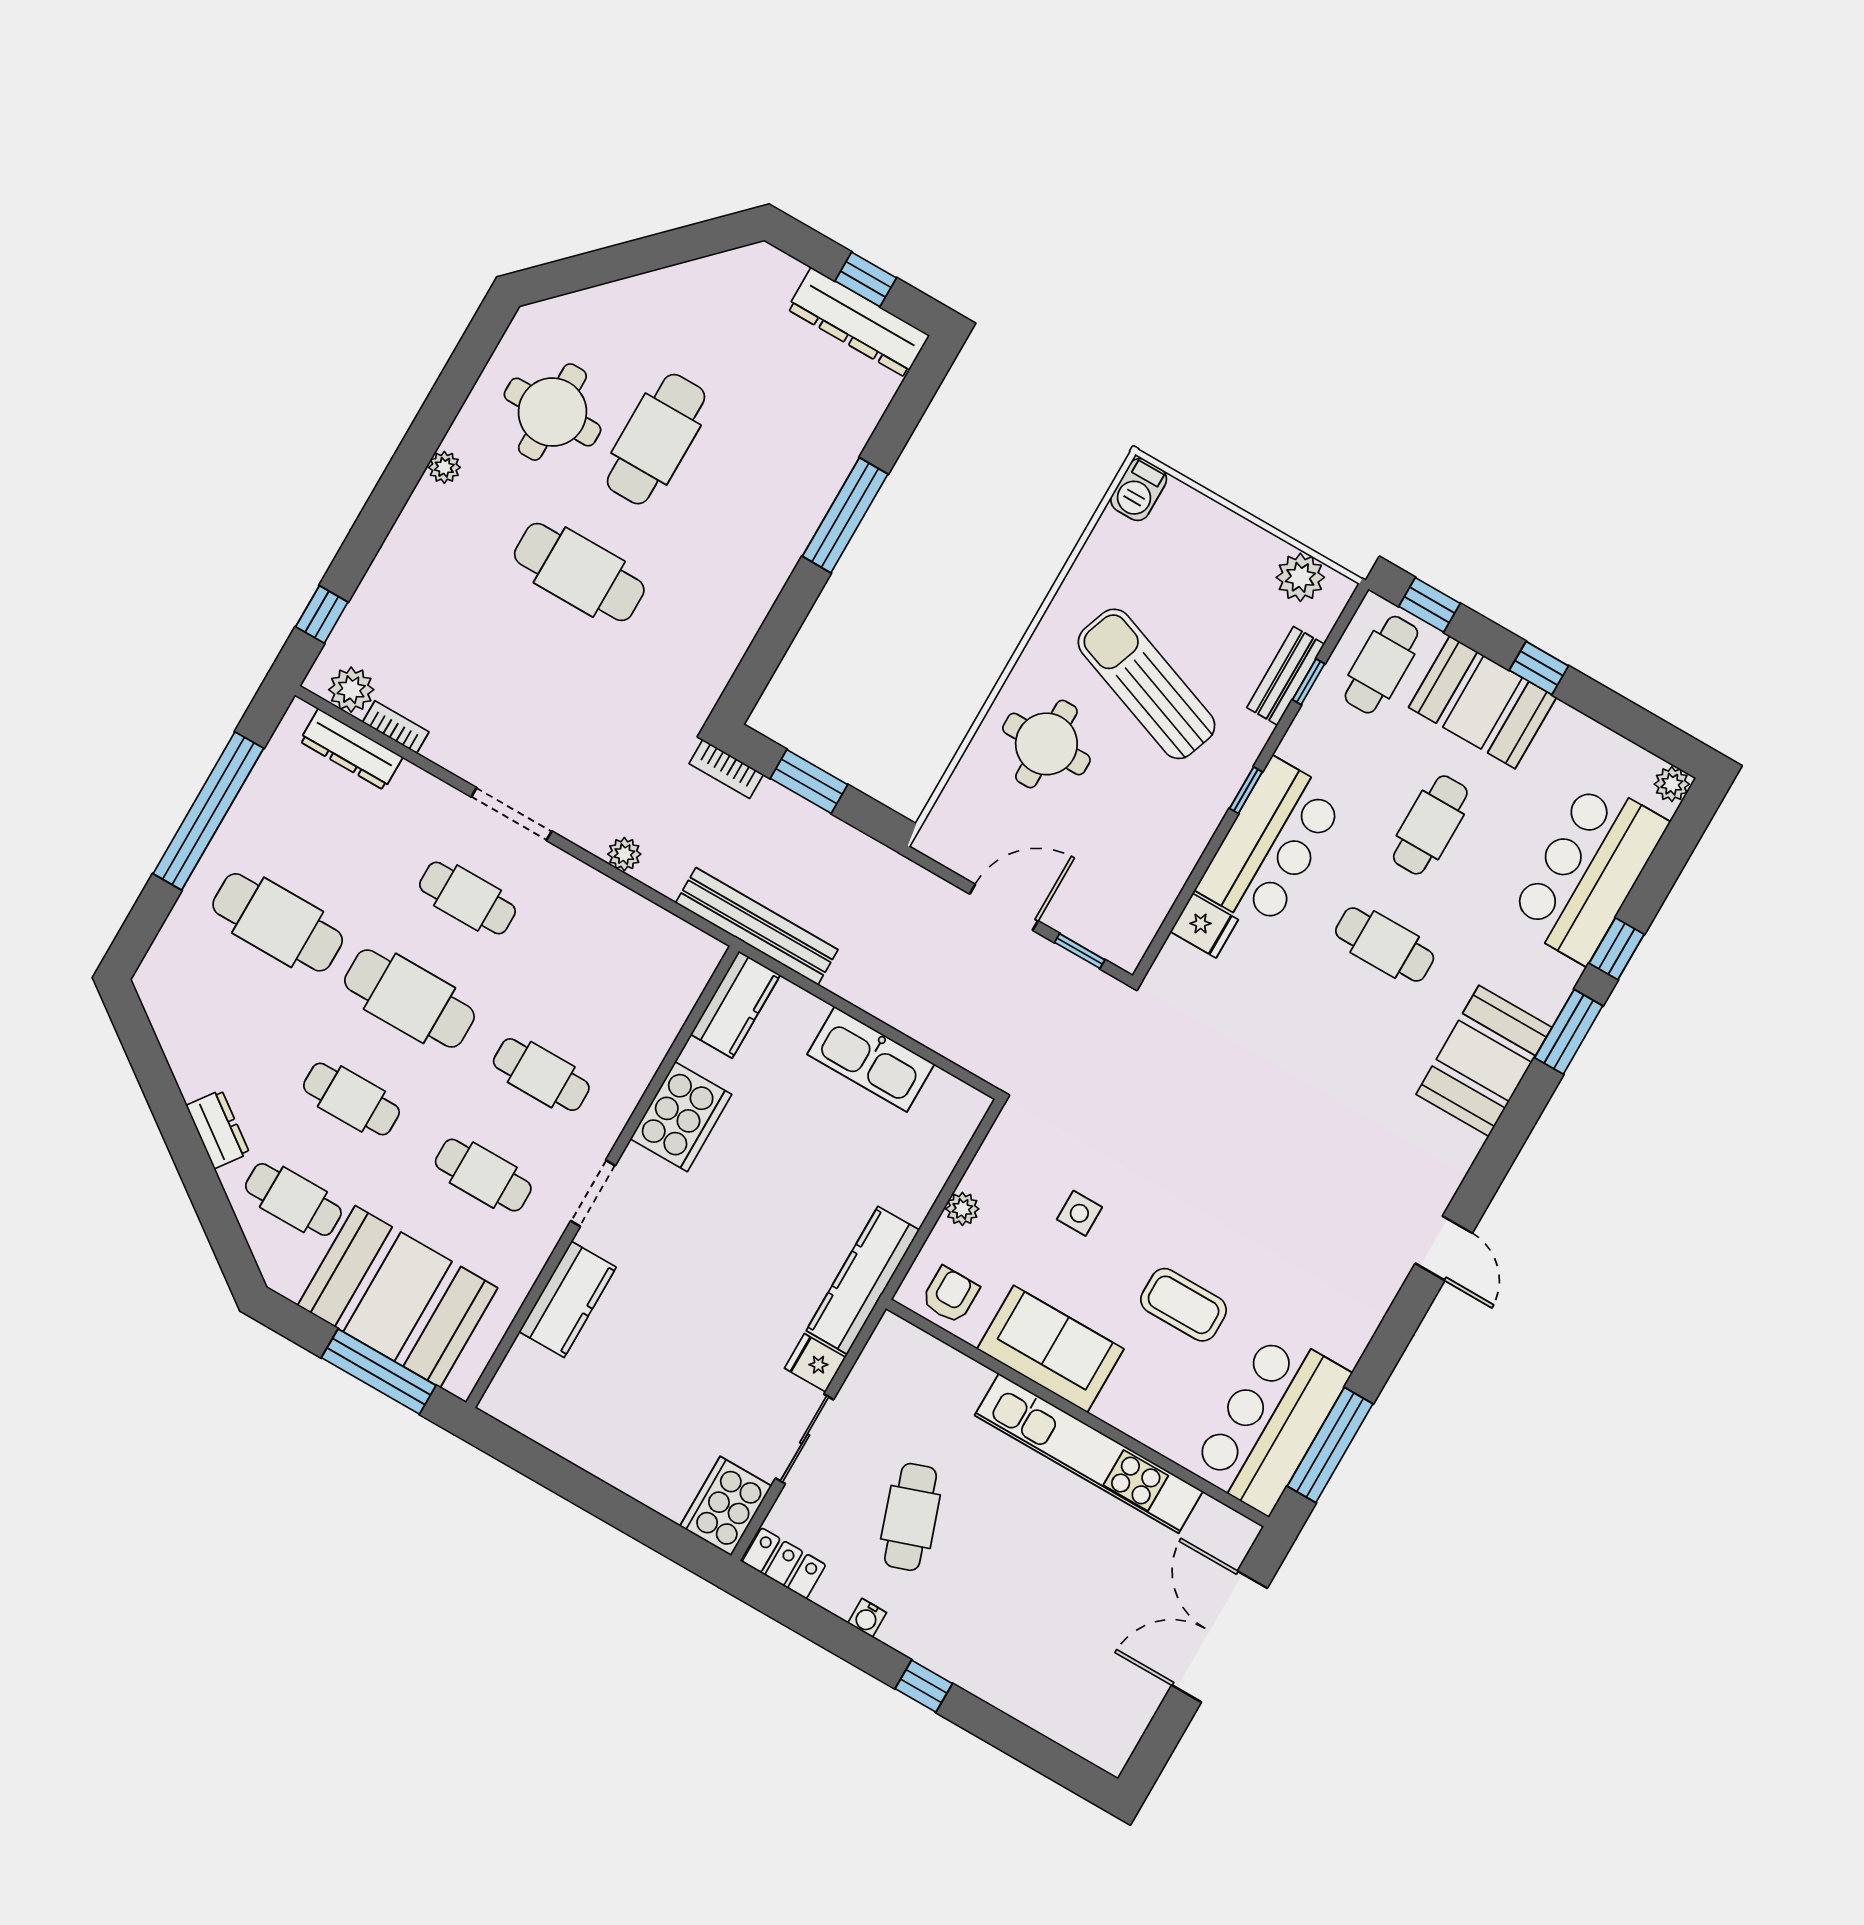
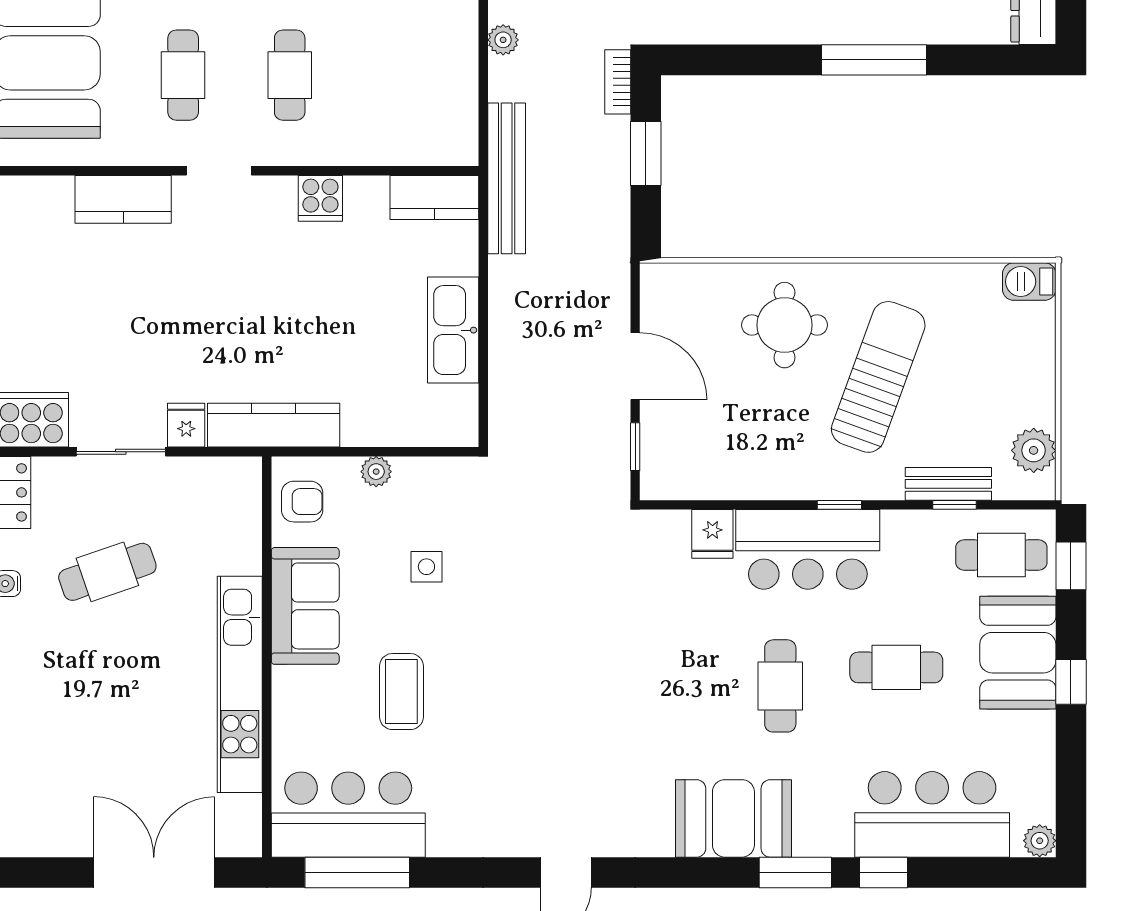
cooker: (681, 1117) -> (320, 198), width x0.53, depth x0.76

